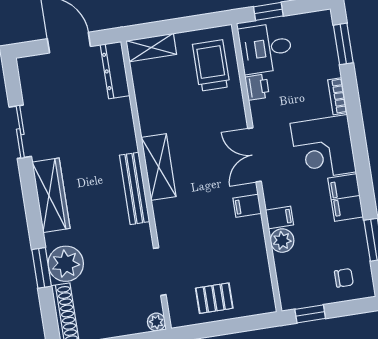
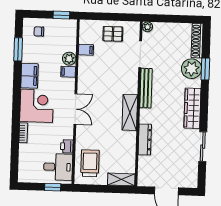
window: (343, 44) -> (15, 161), removed
trolley: (211, 65) -> (90, 163), turned 180
dresser: (115, 70) -> (145, 140), moved
bench: (134, 188) -> (146, 88), moved
filing cabinet: (247, 206) -> (86, 50), moved

